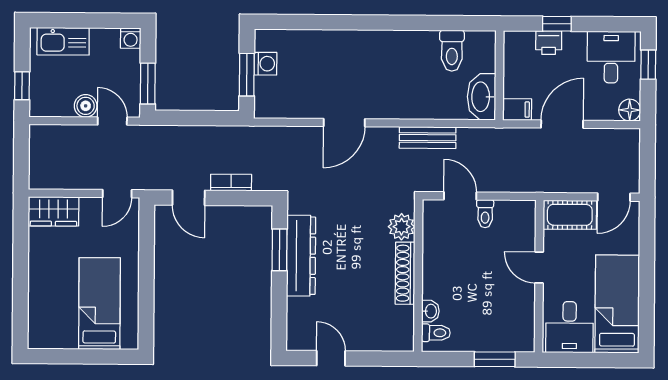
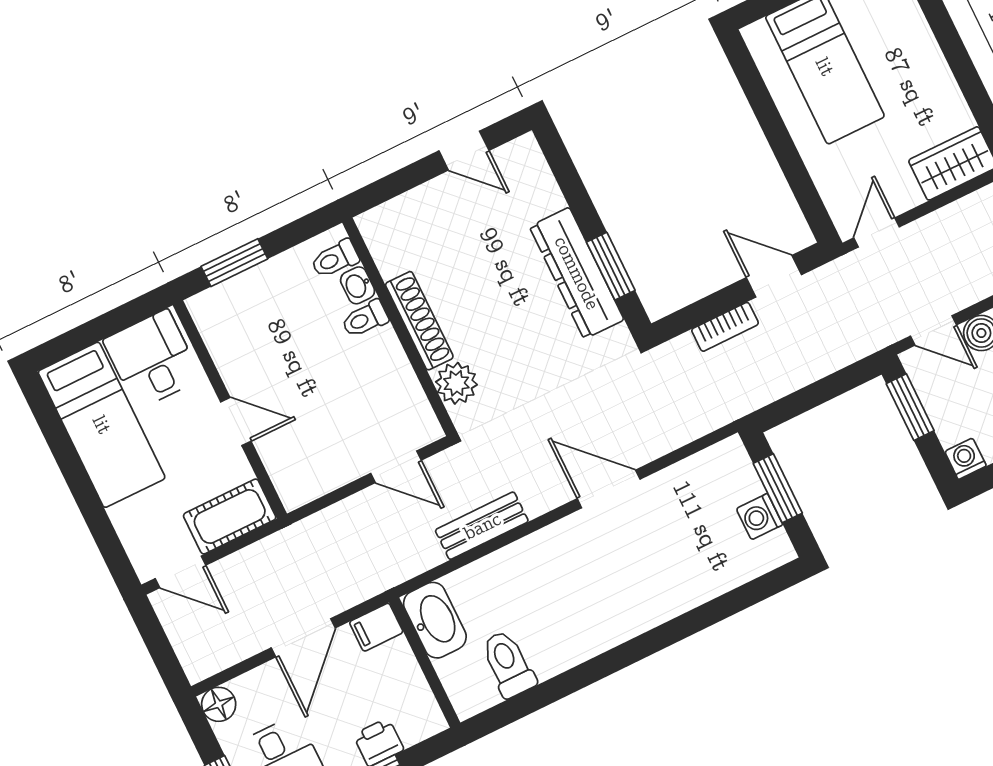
door: (344, 123) -> (609, 489), hinge flipped
door: (614, 197) -> (180, 572), swing flipped
toilet: (485, 214) -> (365, 319), moved, turned -90

